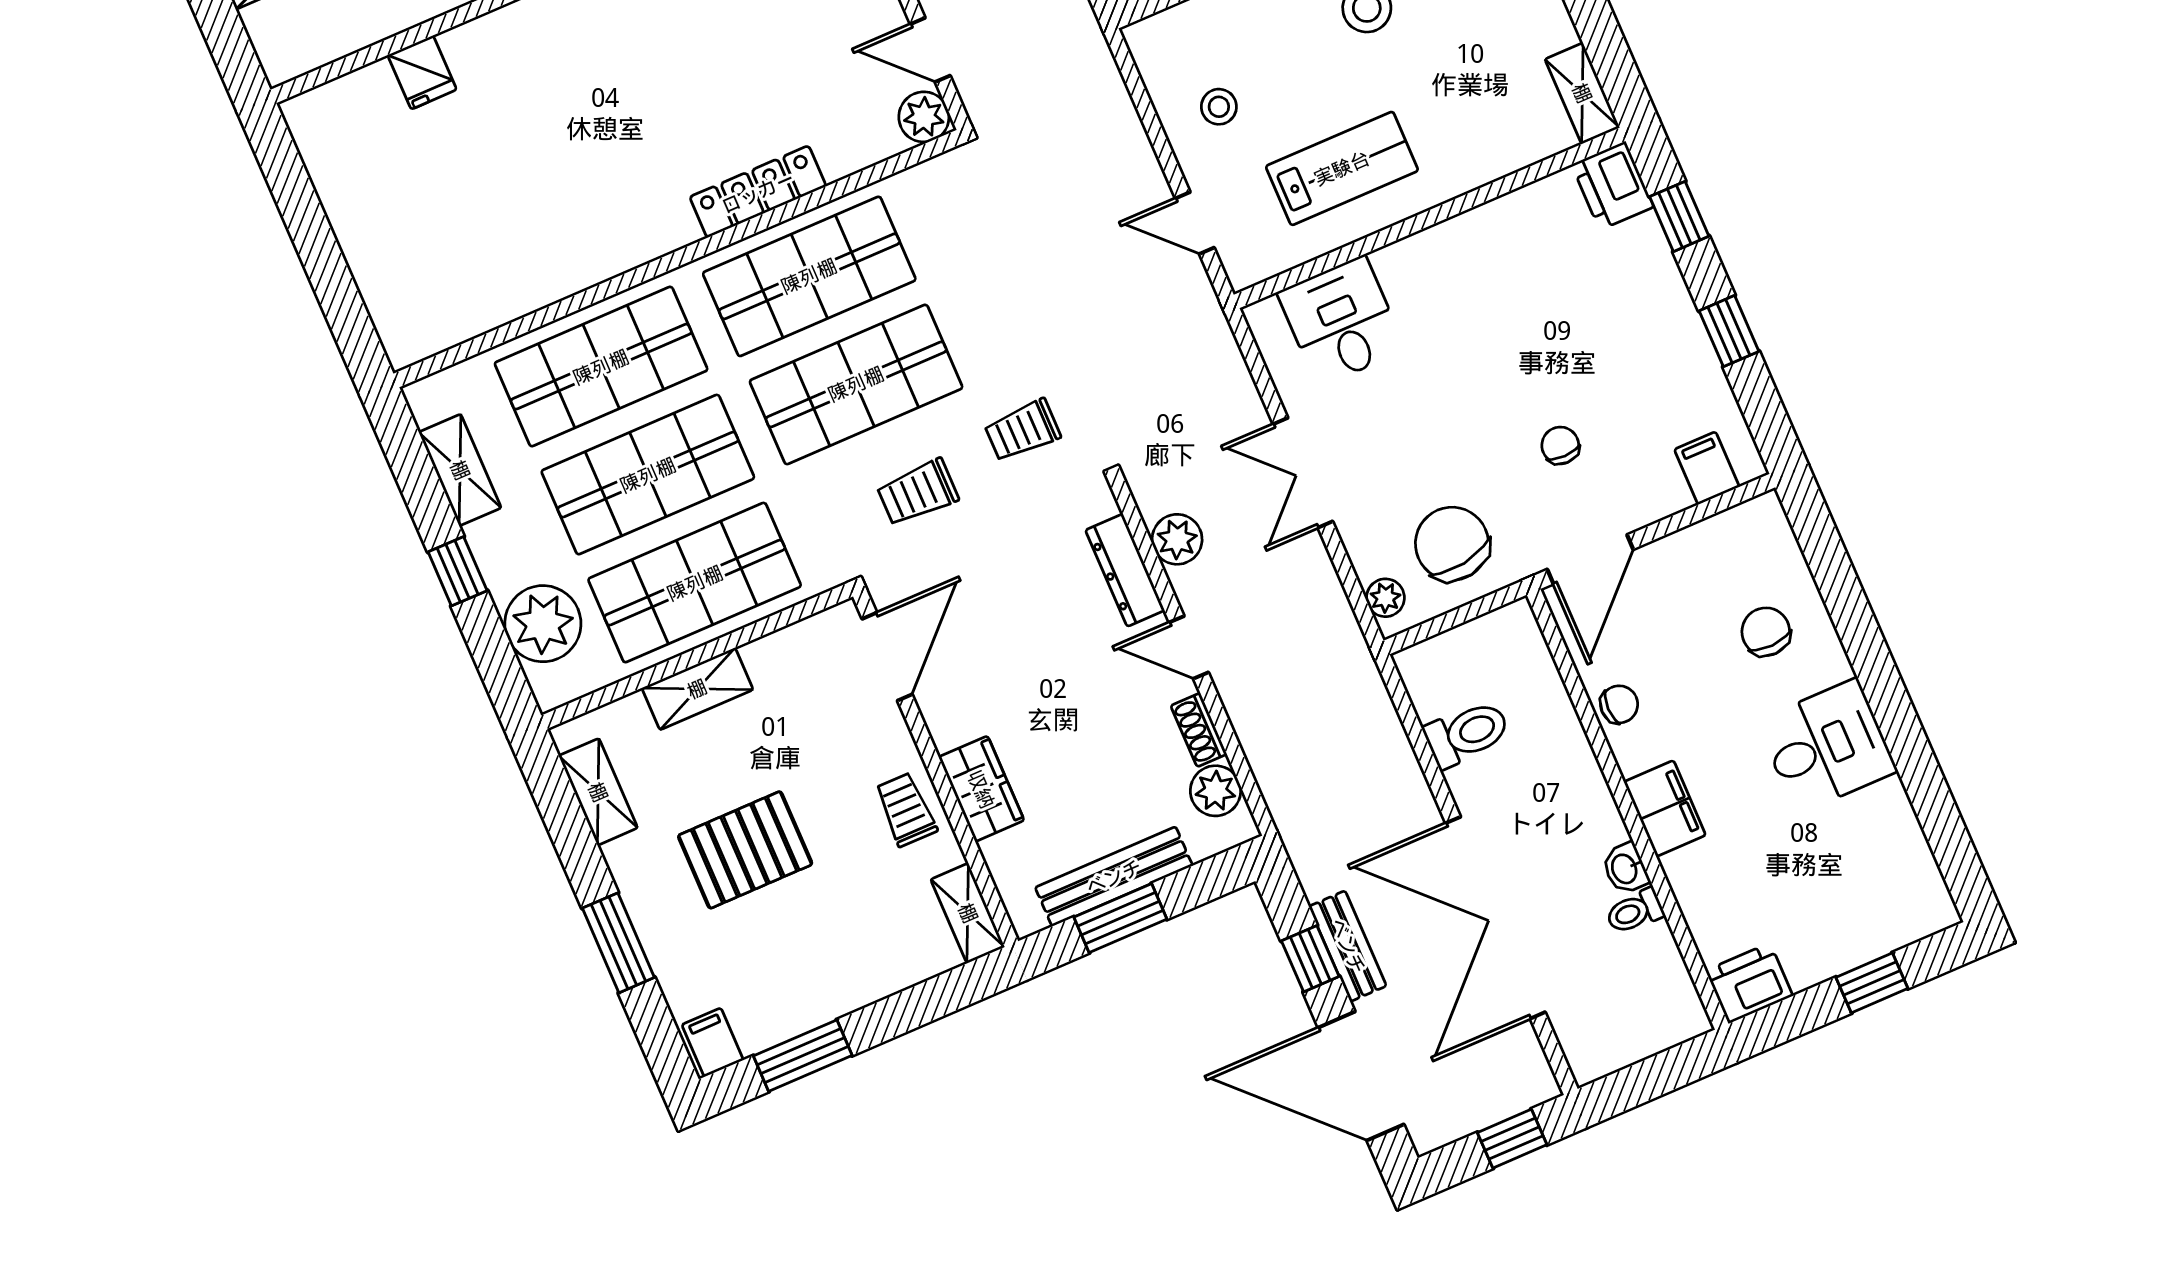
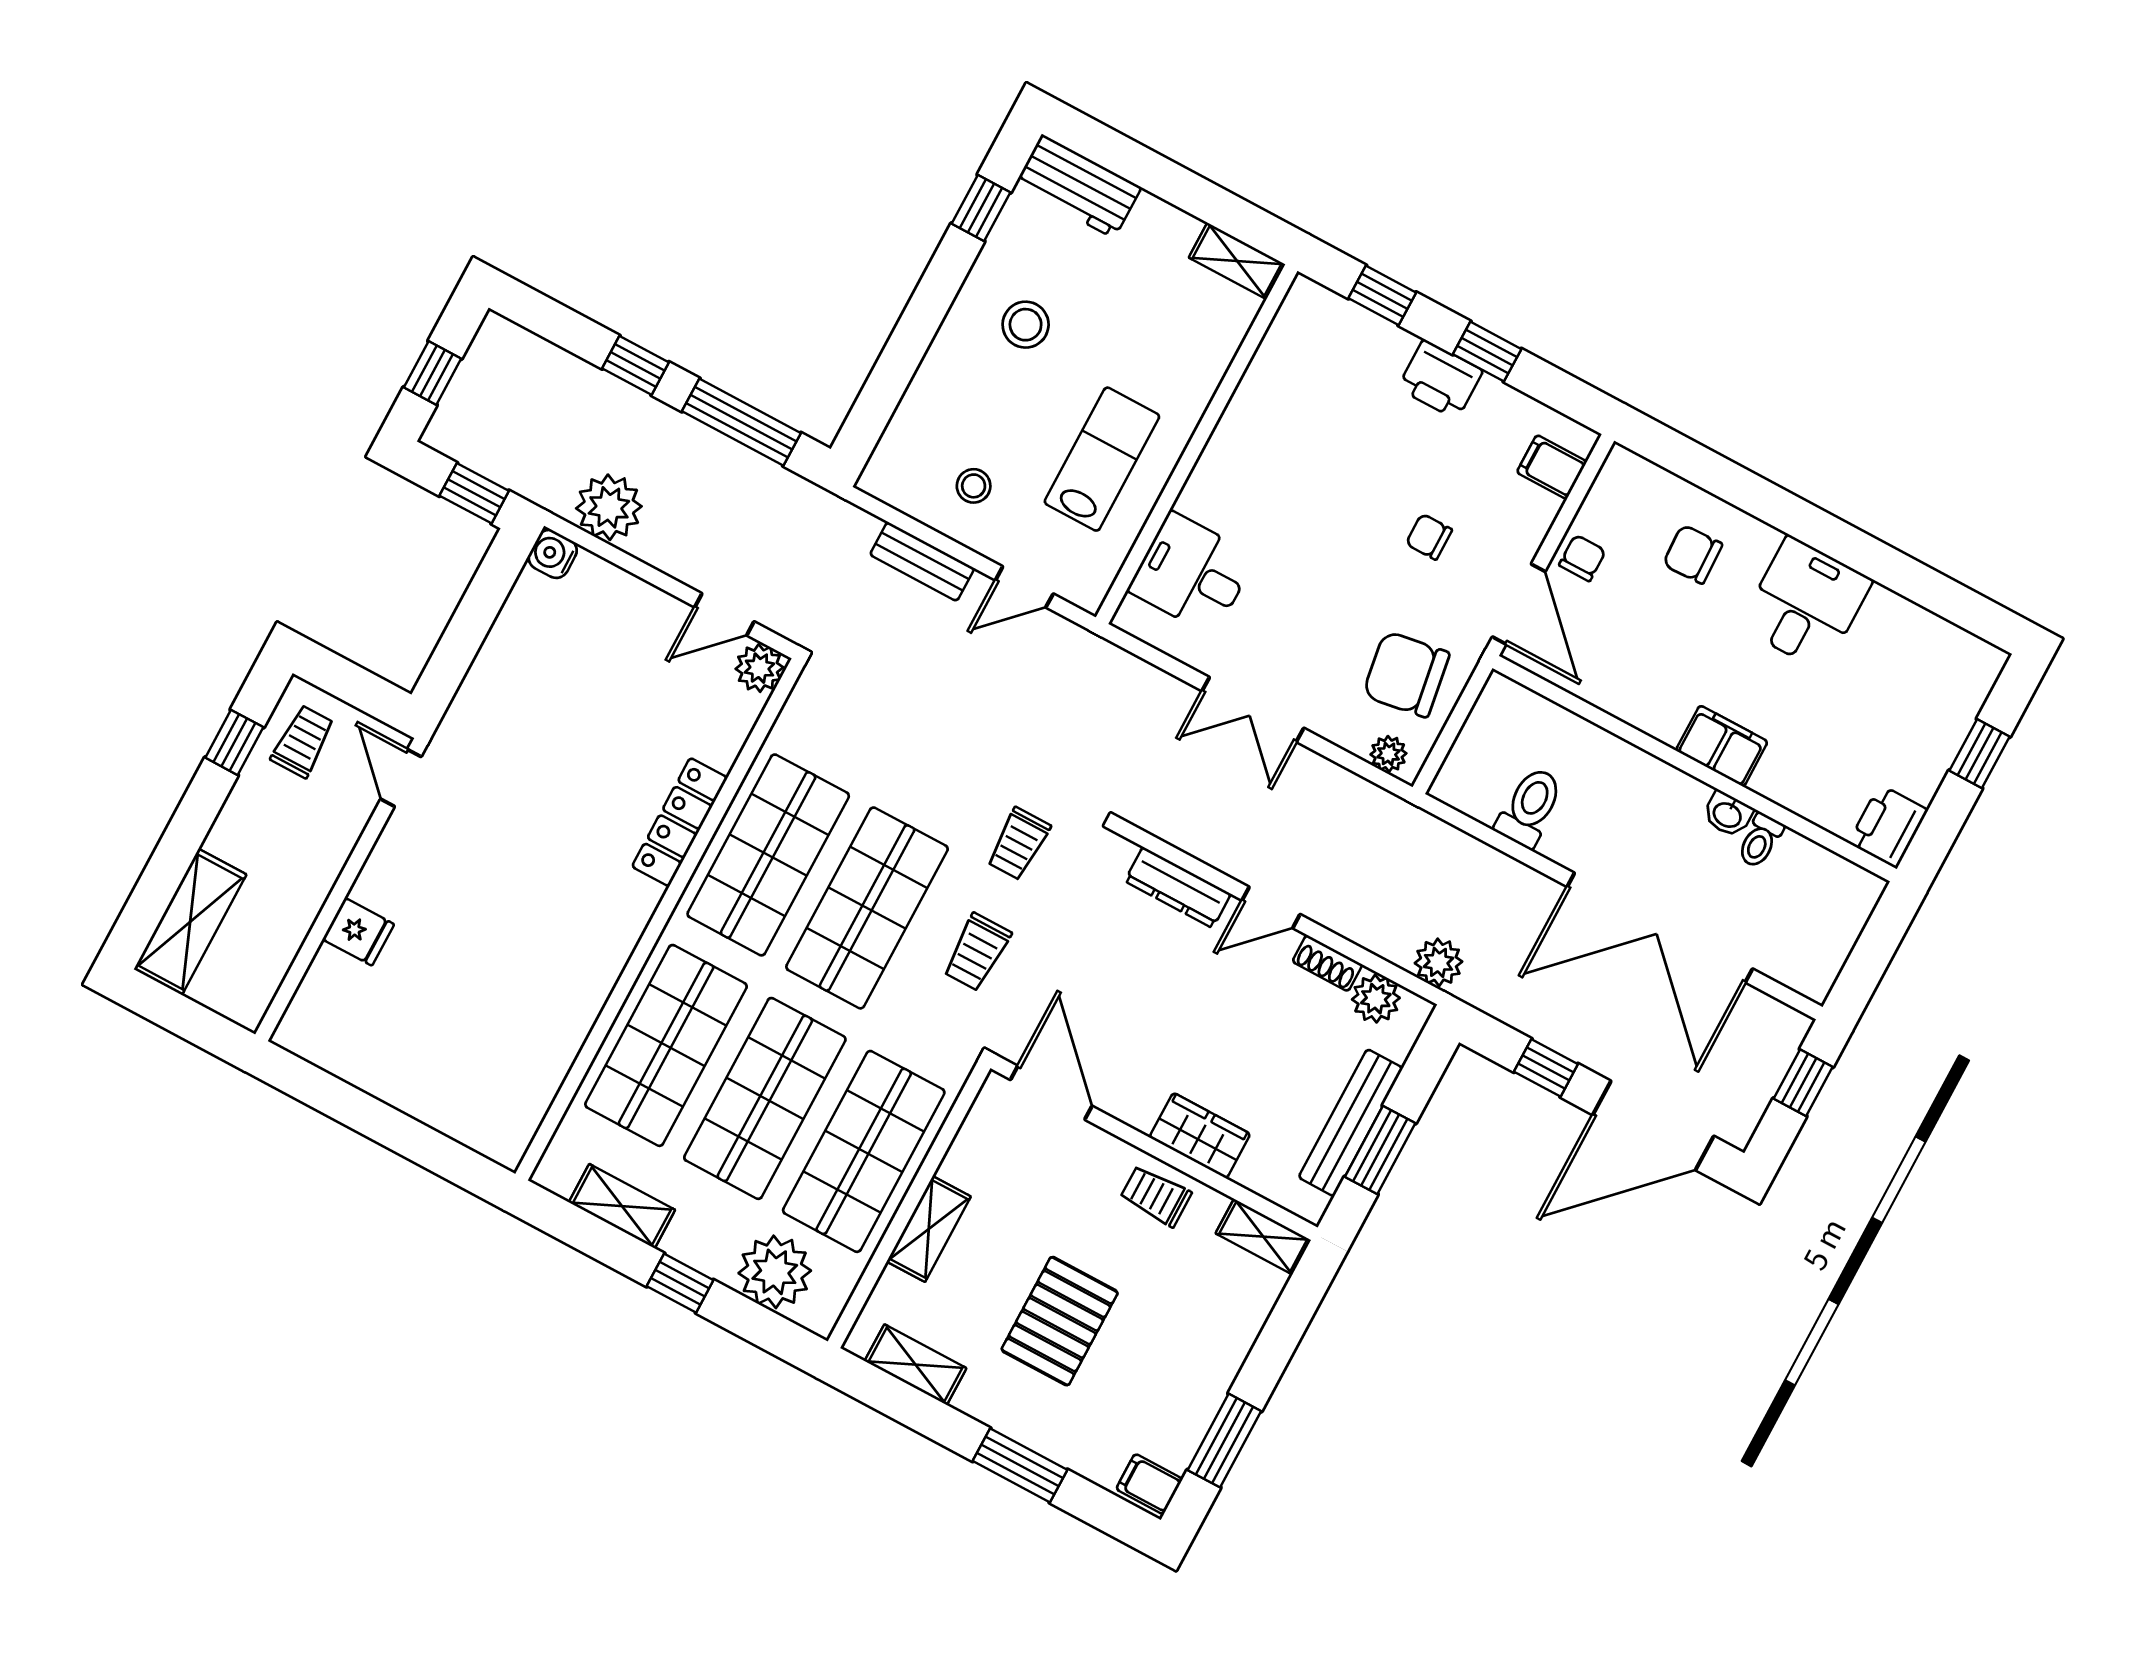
printer: (1613, 186) -> (1440, 379), moved
plant: (1177, 539) -> (1438, 962), moved
chair: (1619, 704) -> (1582, 558), moved
bench: (1348, 946) -> (922, 561), moved

